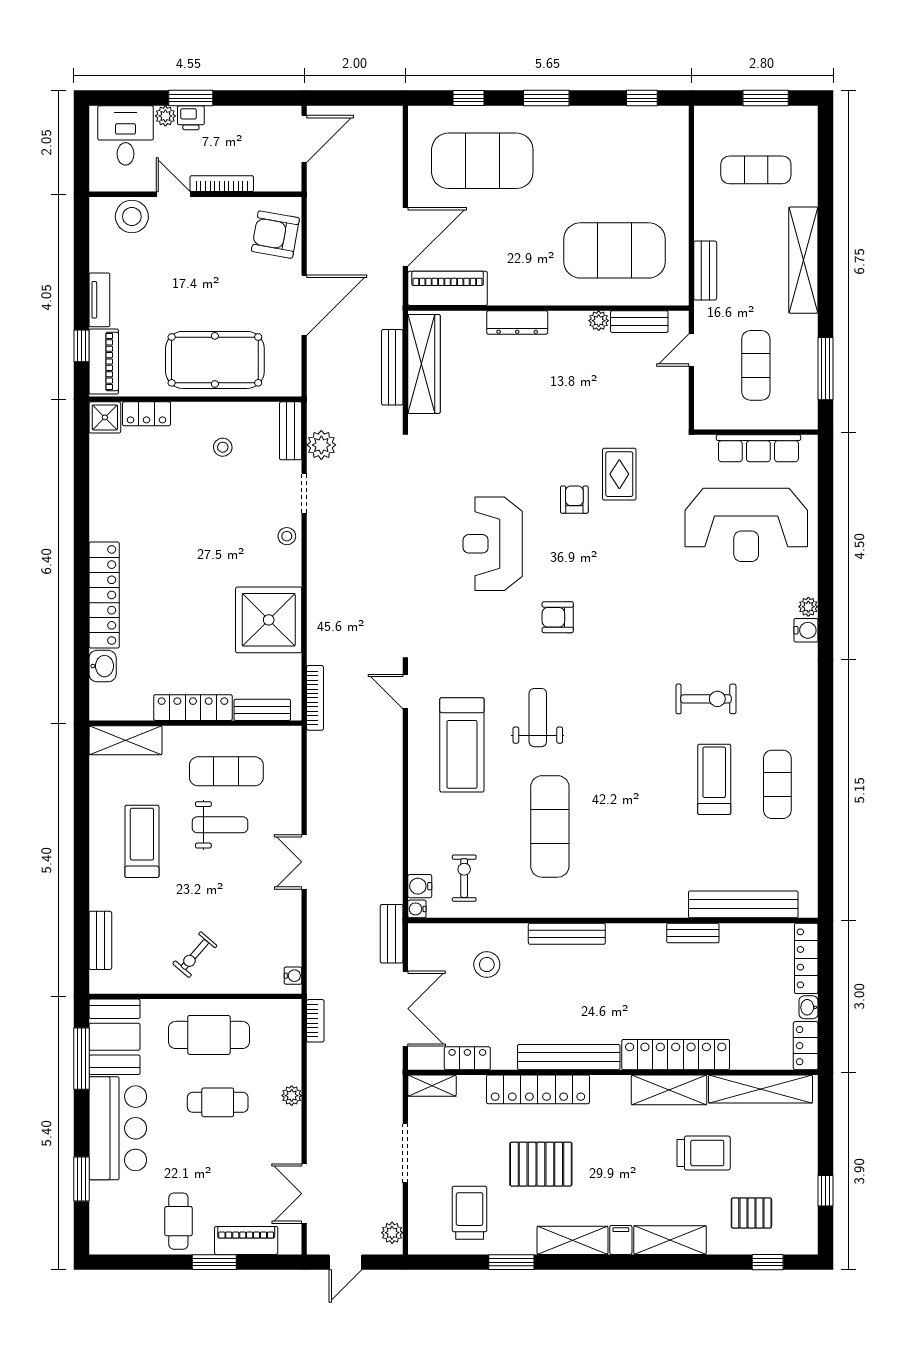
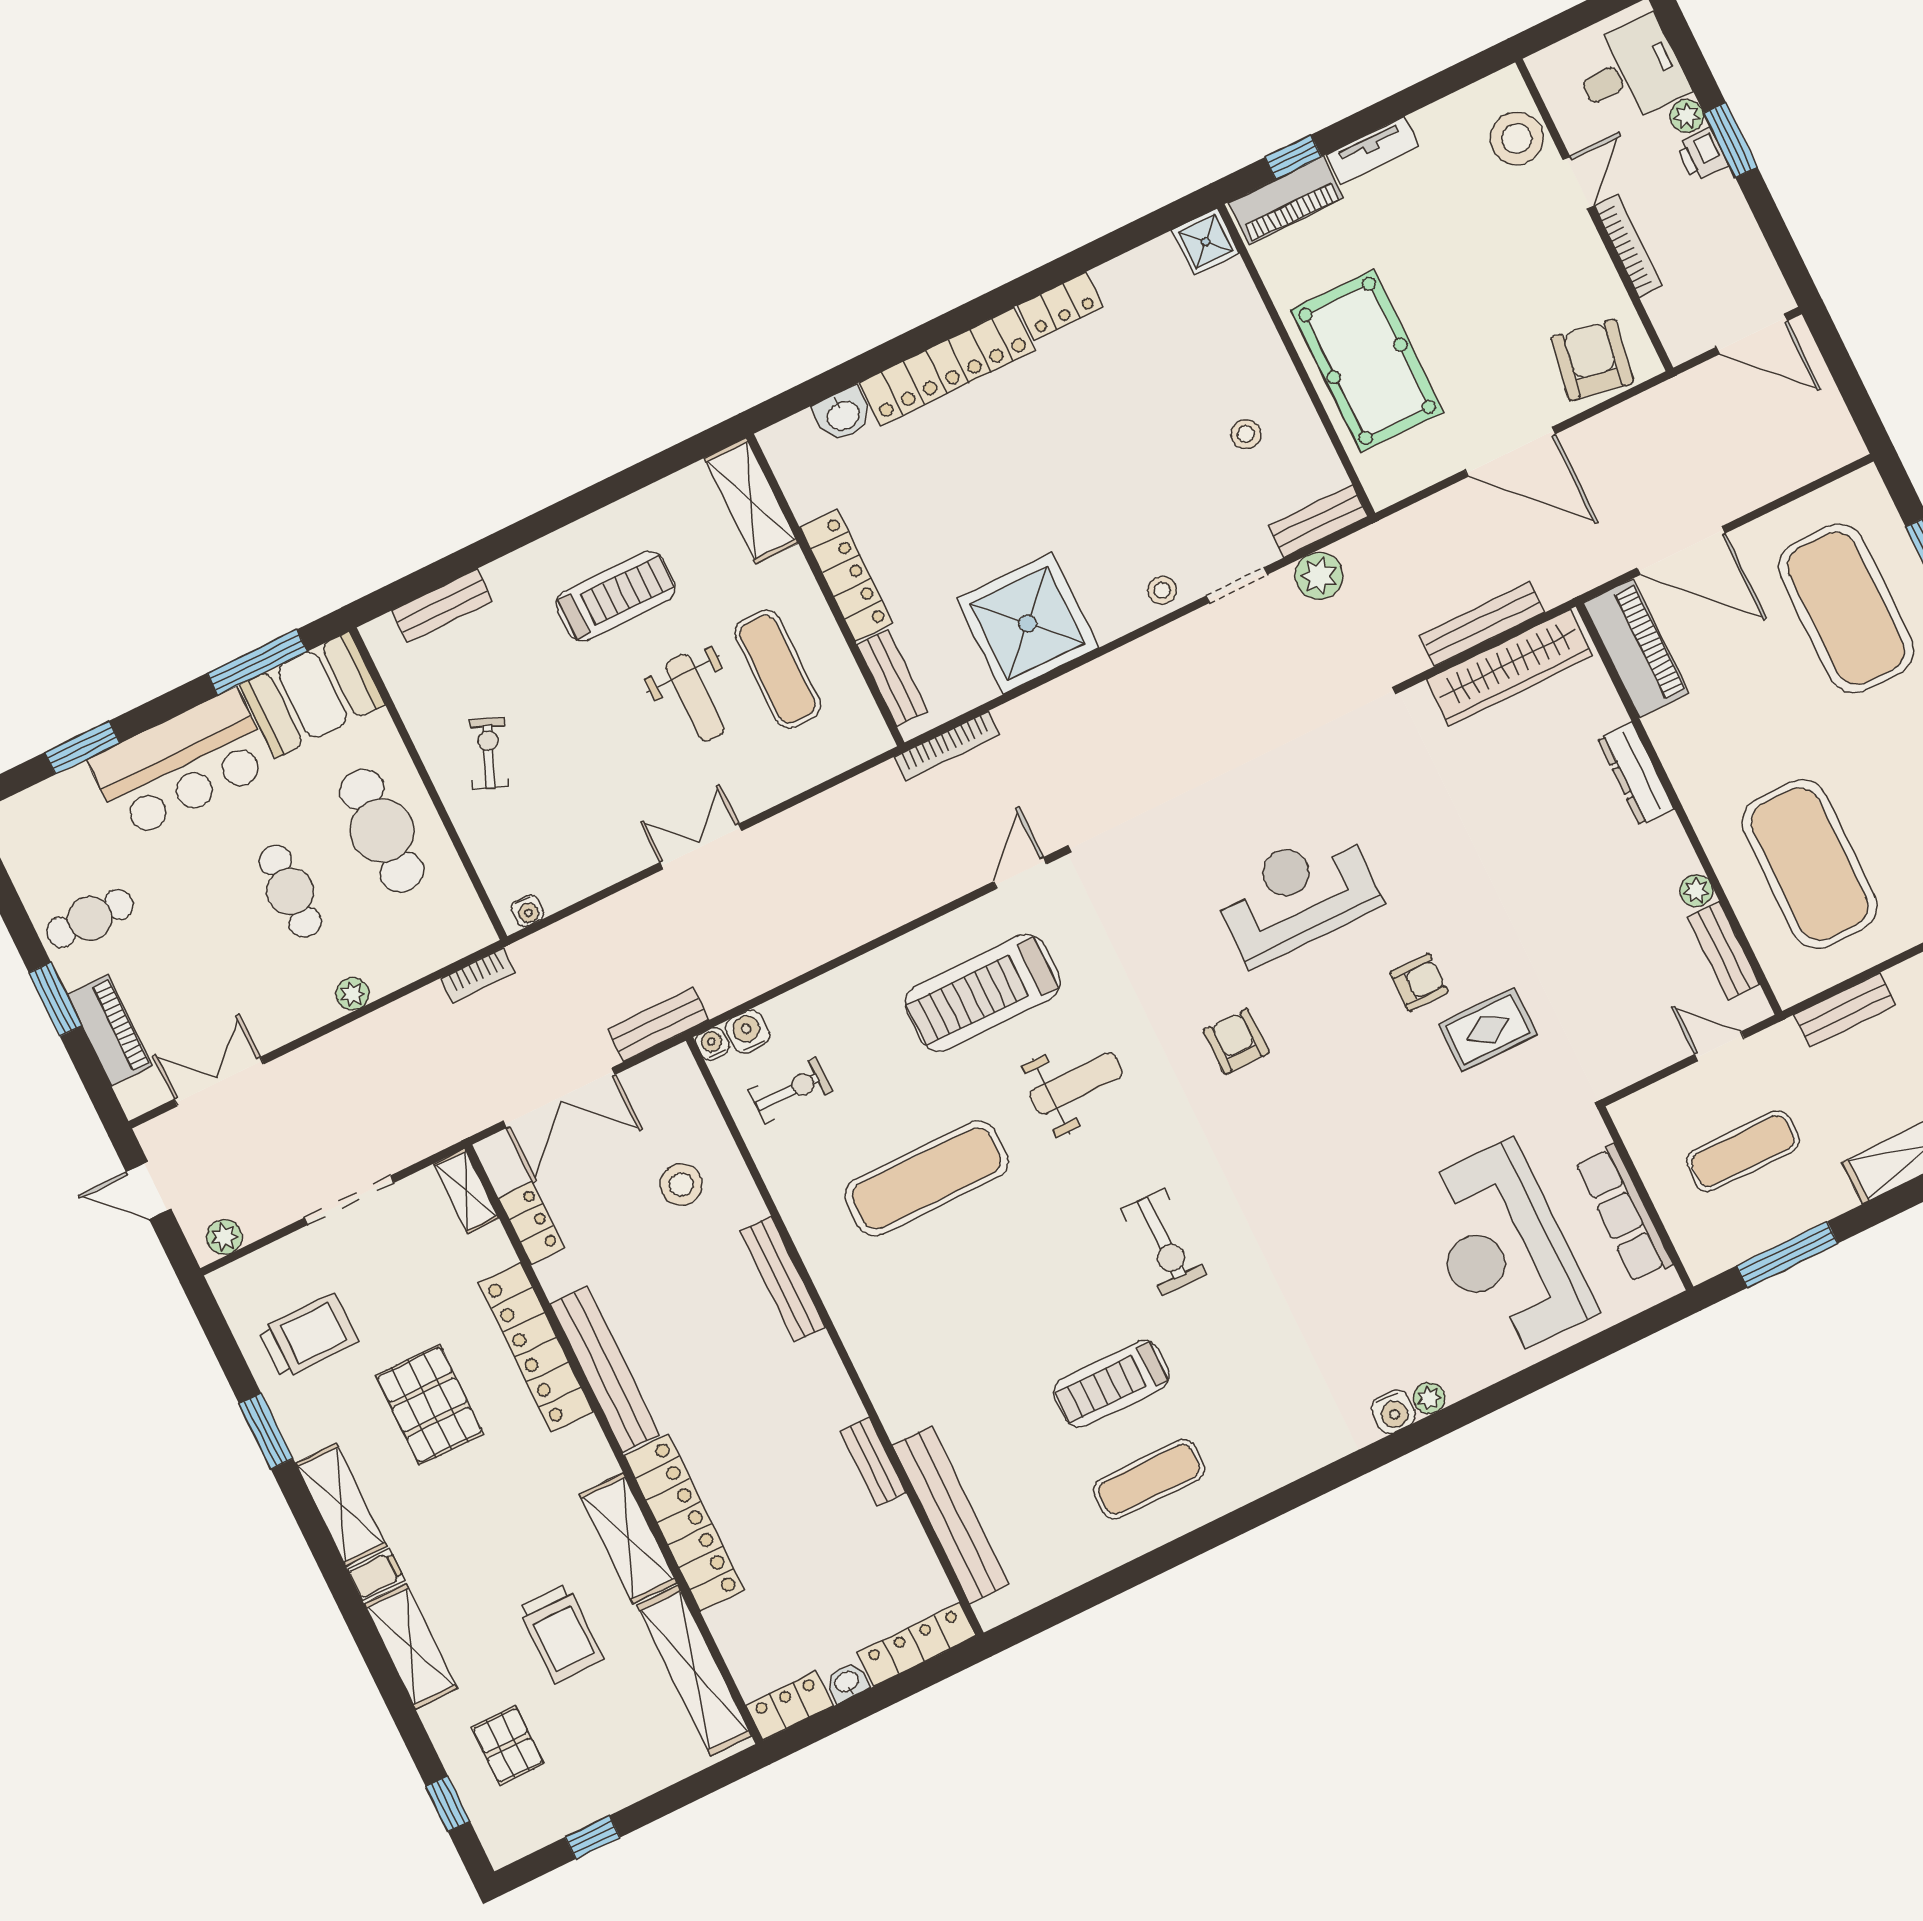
locker: (147, 414) -> (1060, 306), moved, turned -90
exercise bike: (706, 699) -> (1163, 1242), moved
treadmill: (714, 779) -> (1112, 1384), turned 180
exercise bike: (195, 955) -> (489, 753), turned 72

